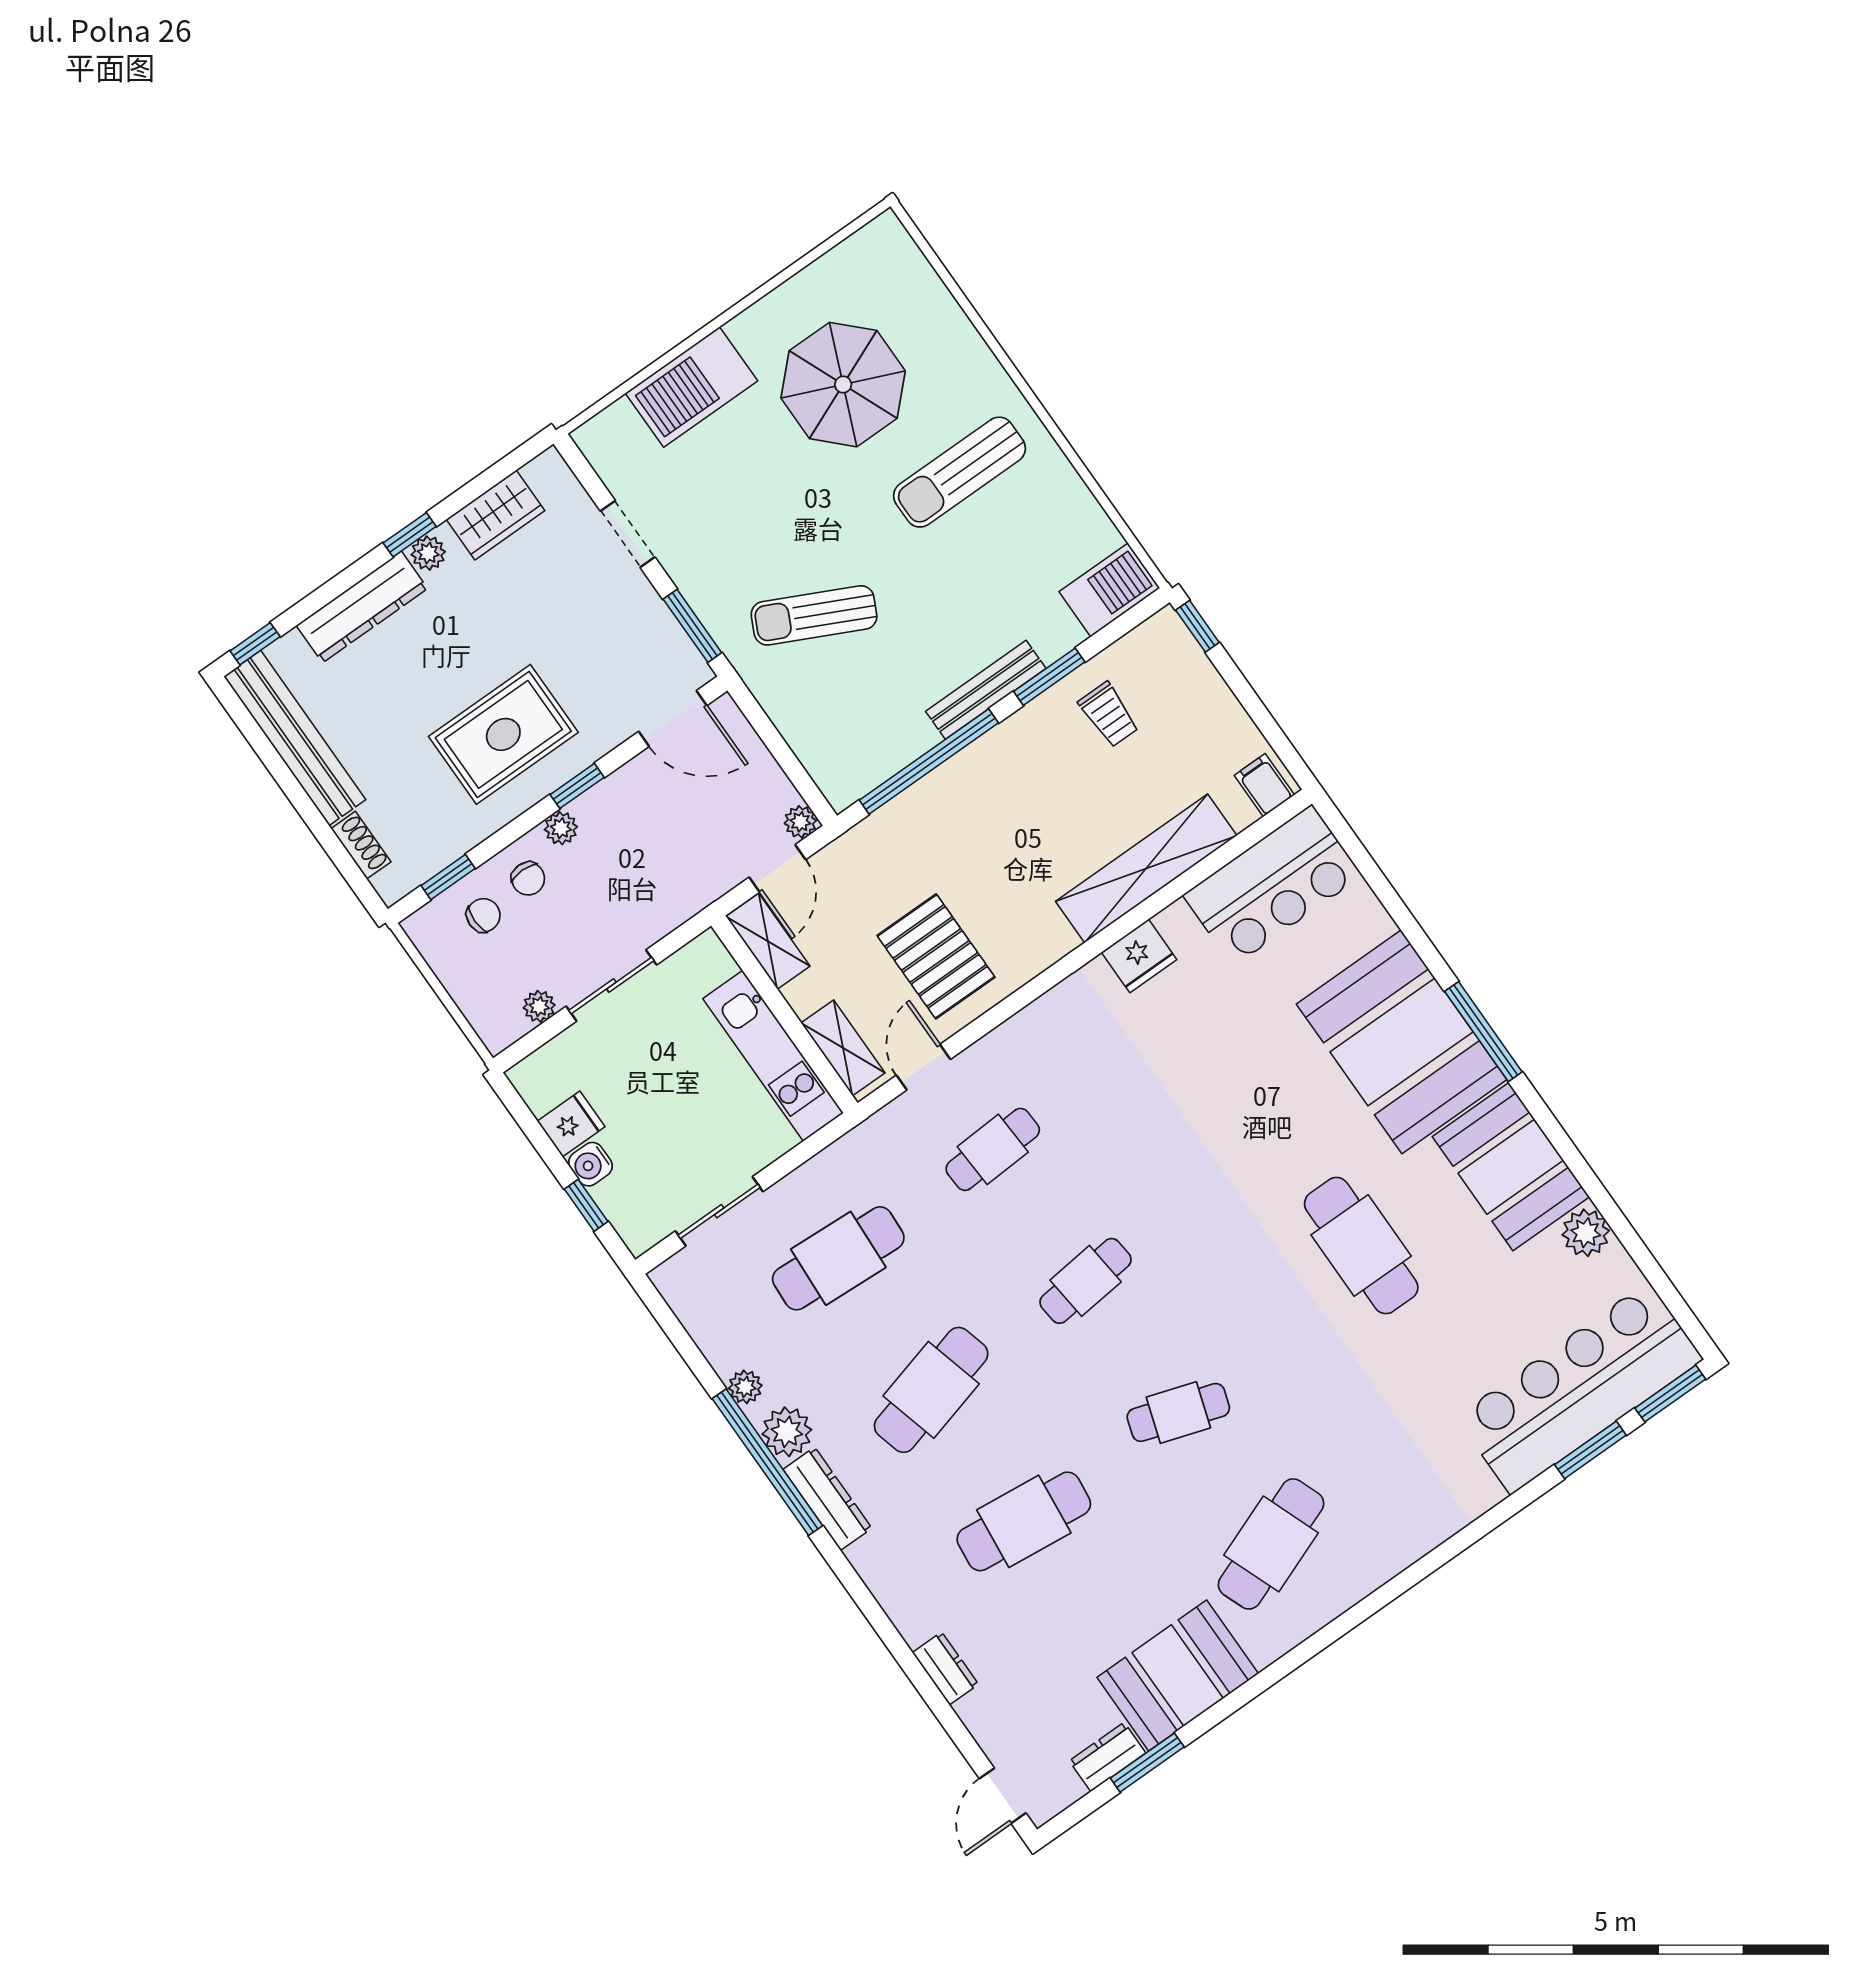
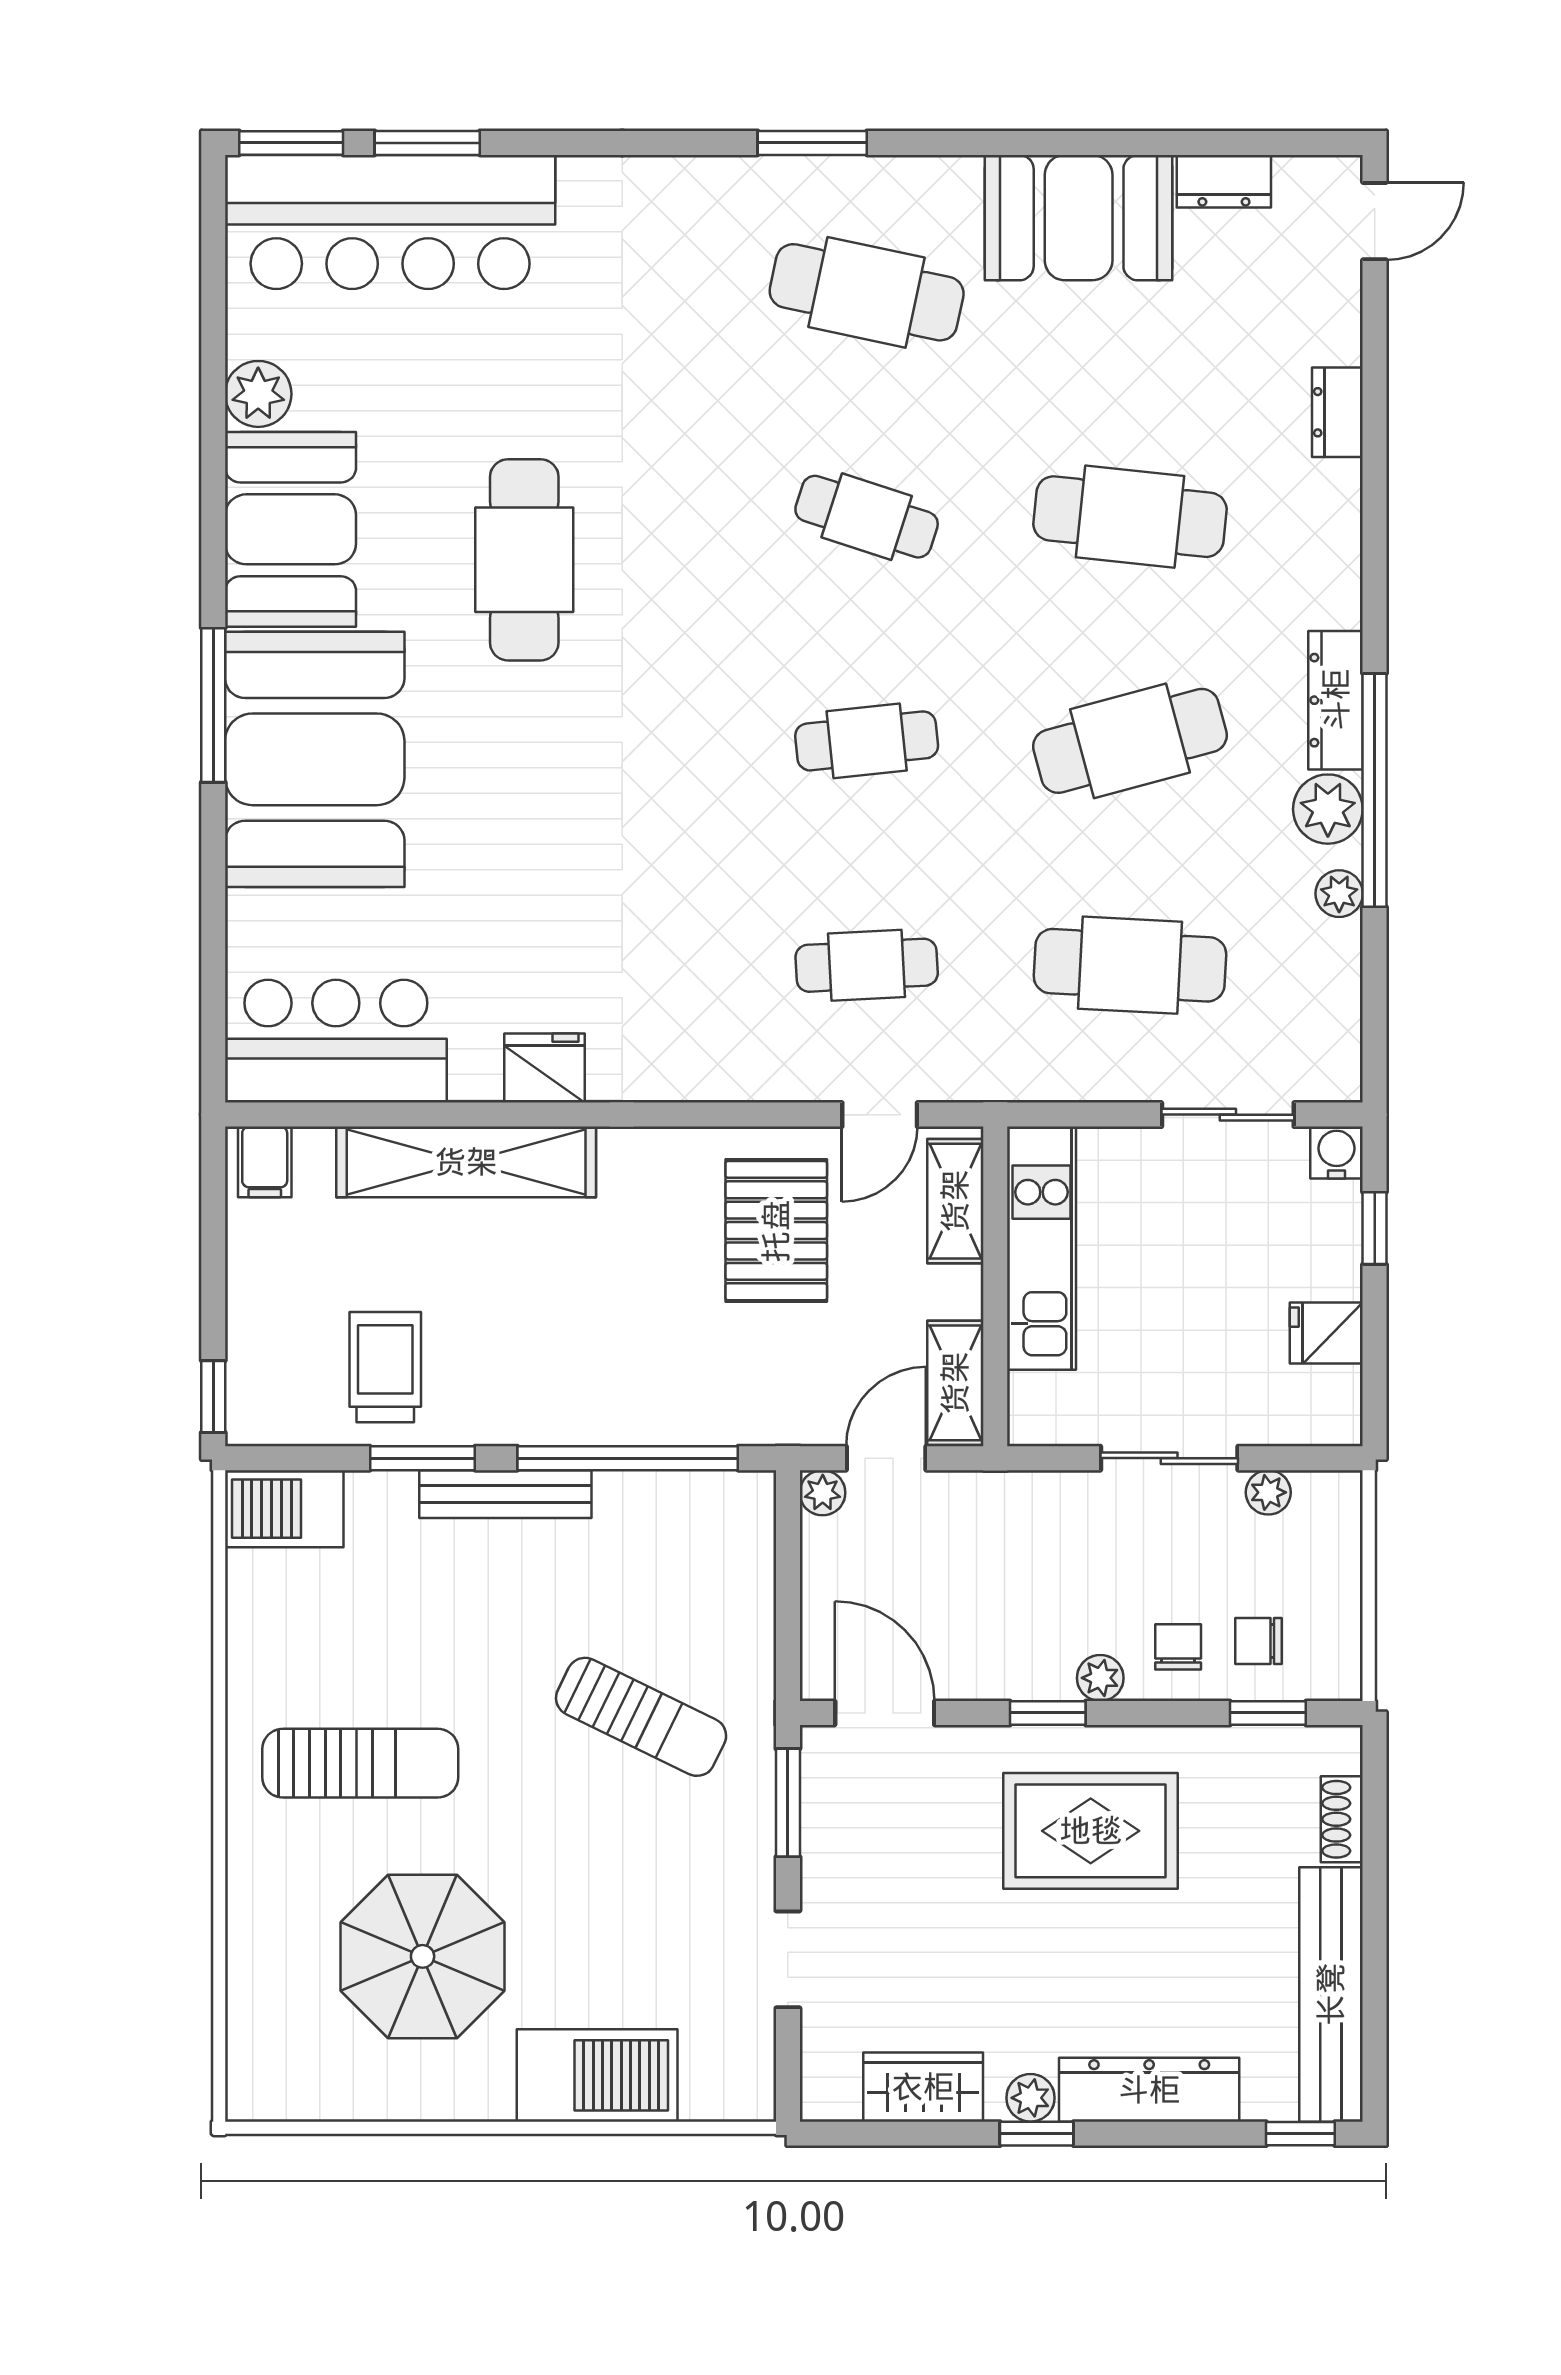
trolley: (1109, 715) -> (385, 1367), width x1.36, depth x1.39
water cooler: (590, 1164) -> (1337, 1153), moved, turned -90
cafe table: (1271, 1544) -> (867, 292), turned 33
window: (1147, 1763) -> (812, 143), moved

